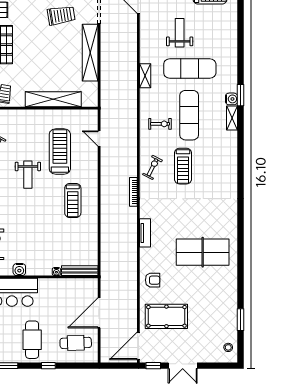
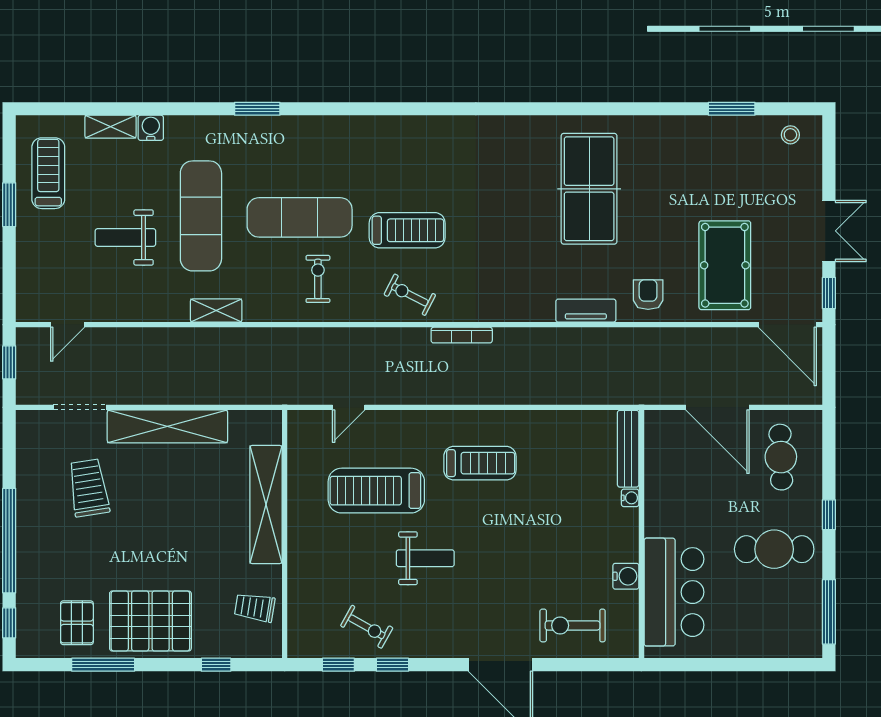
water cooler: (231, 99) -> (151, 128), moved
shelving: (232, 118) -> (110, 127), moved
tv unit: (145, 233) -> (586, 311), moved

